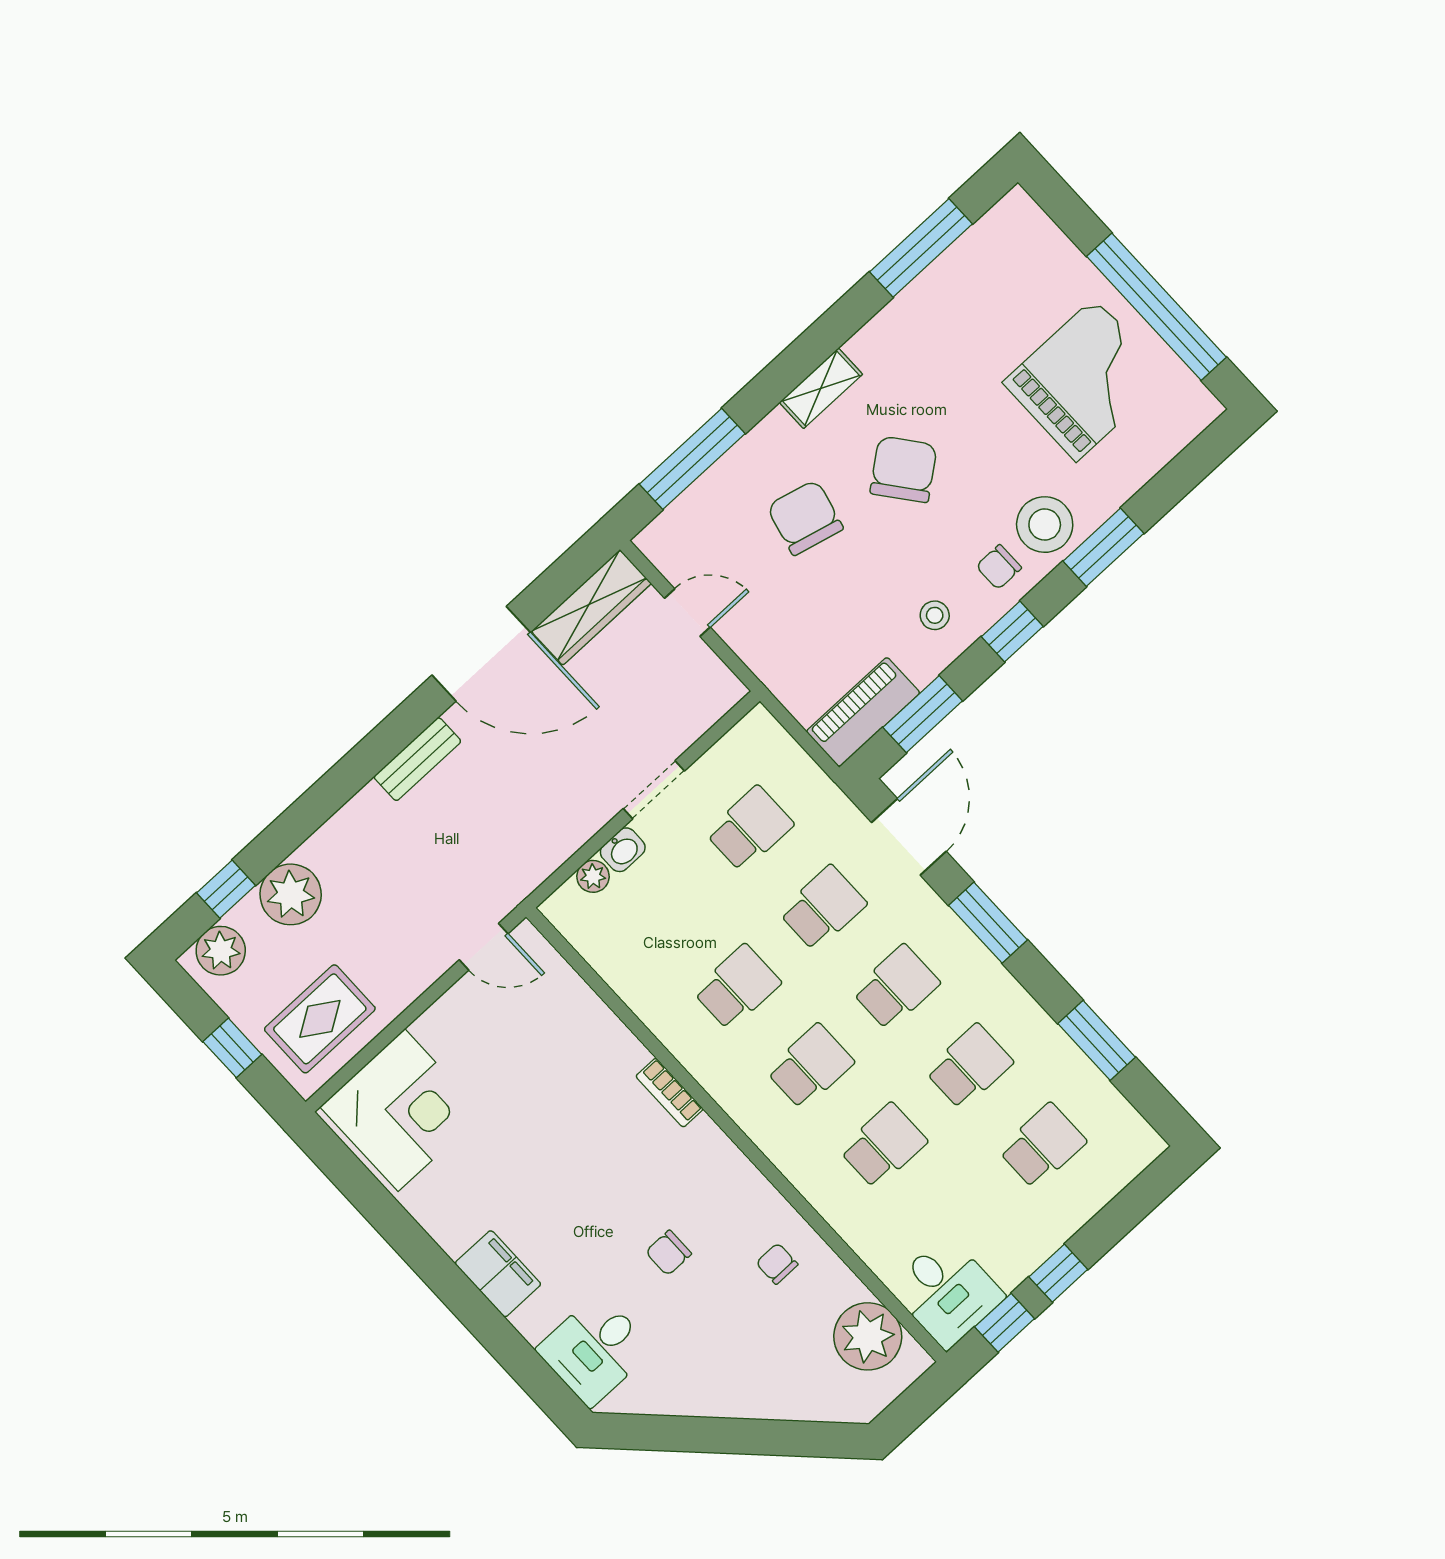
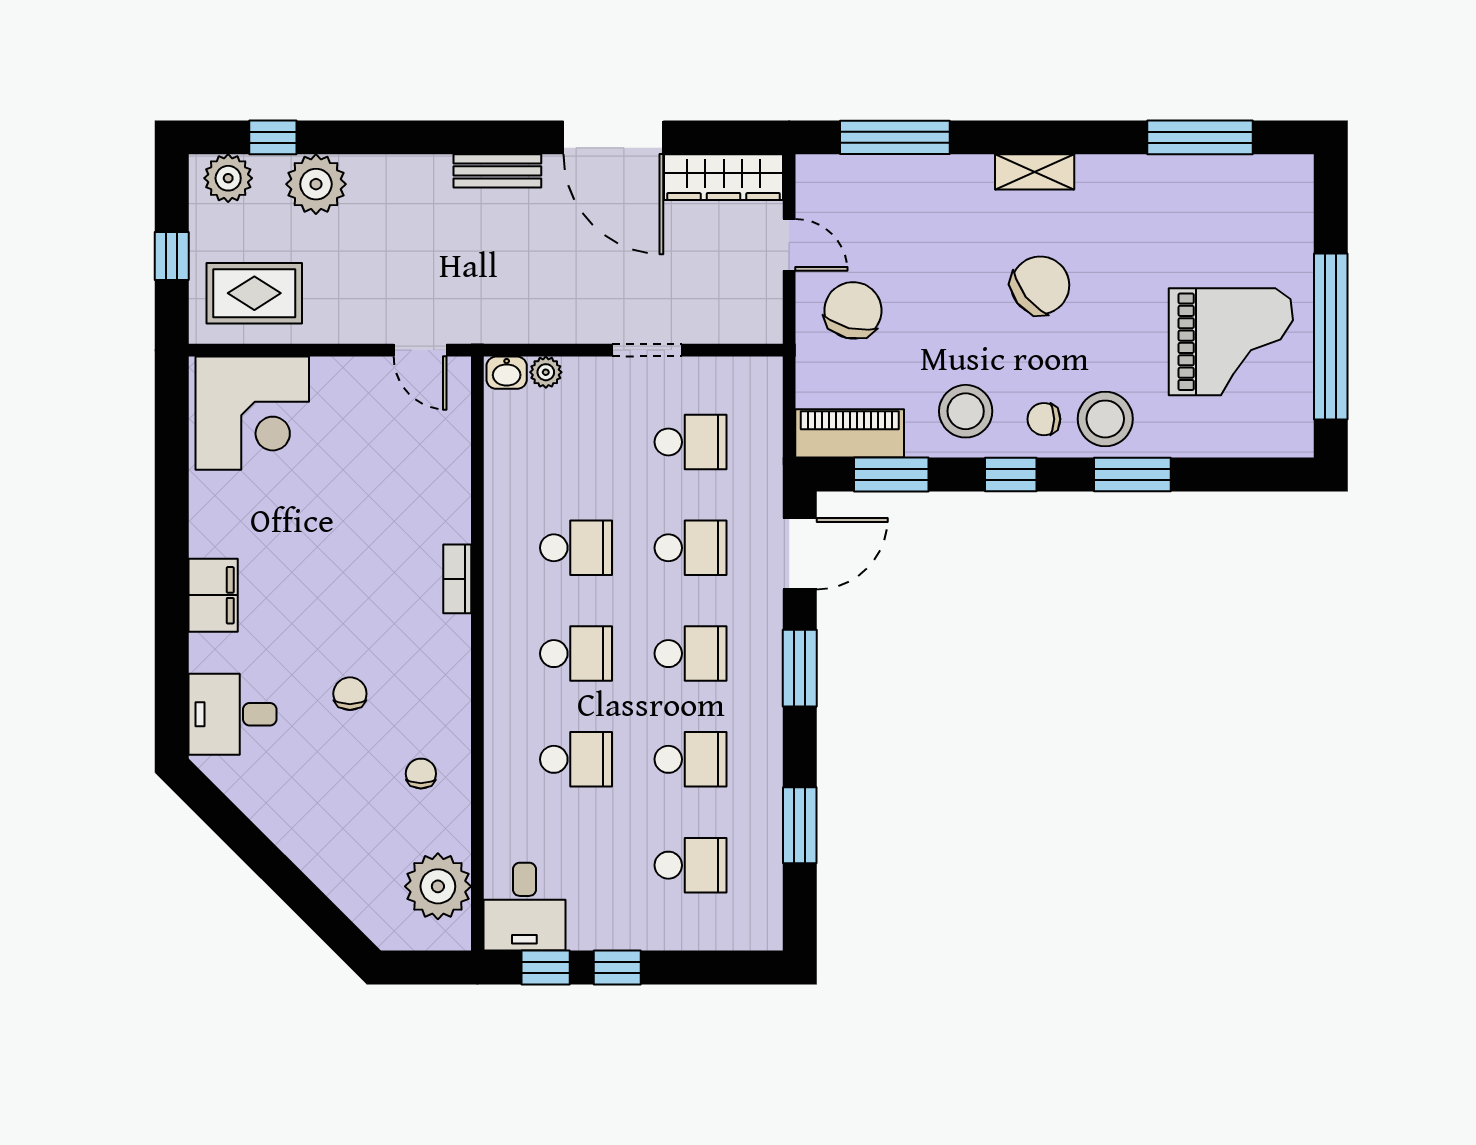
chair: (805, 518) -> (853, 310), moved
stool: (935, 615) -> (966, 411), width x1.89, depth x1.89
washbasin: (623, 850) -> (507, 373), moved
chair: (669, 1253) -> (350, 694), turned 90

